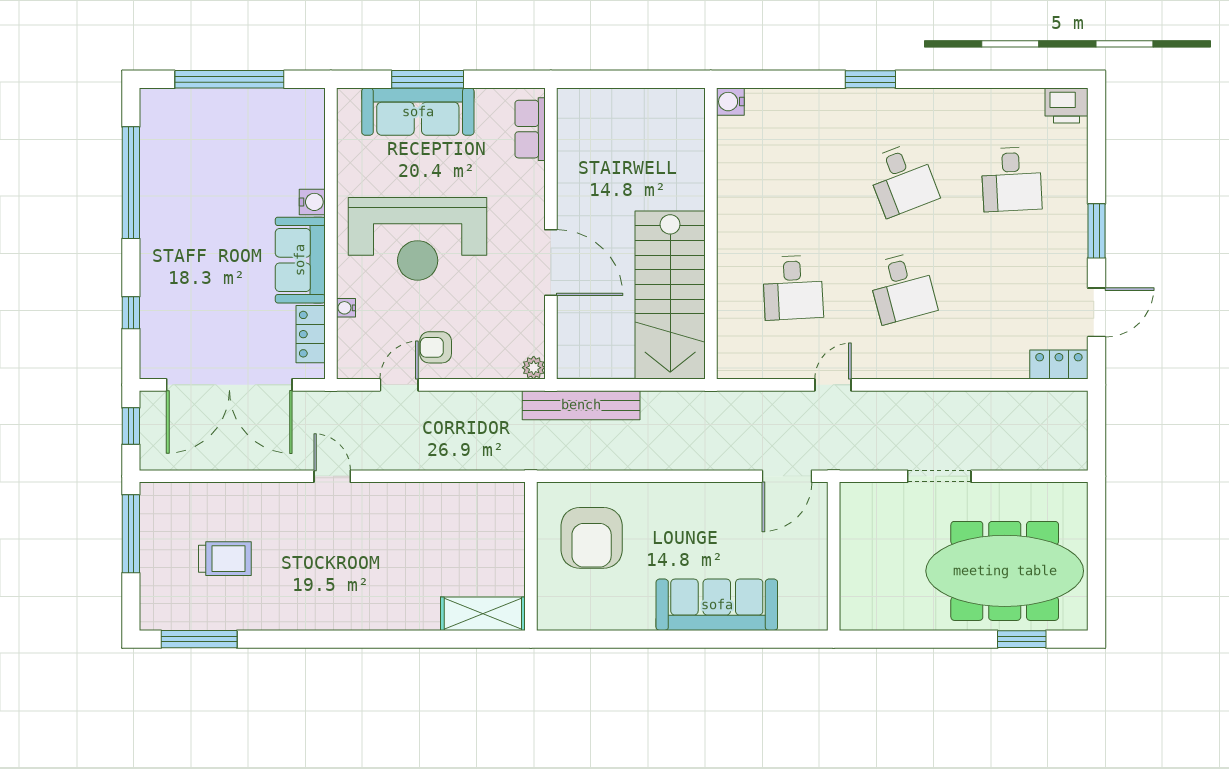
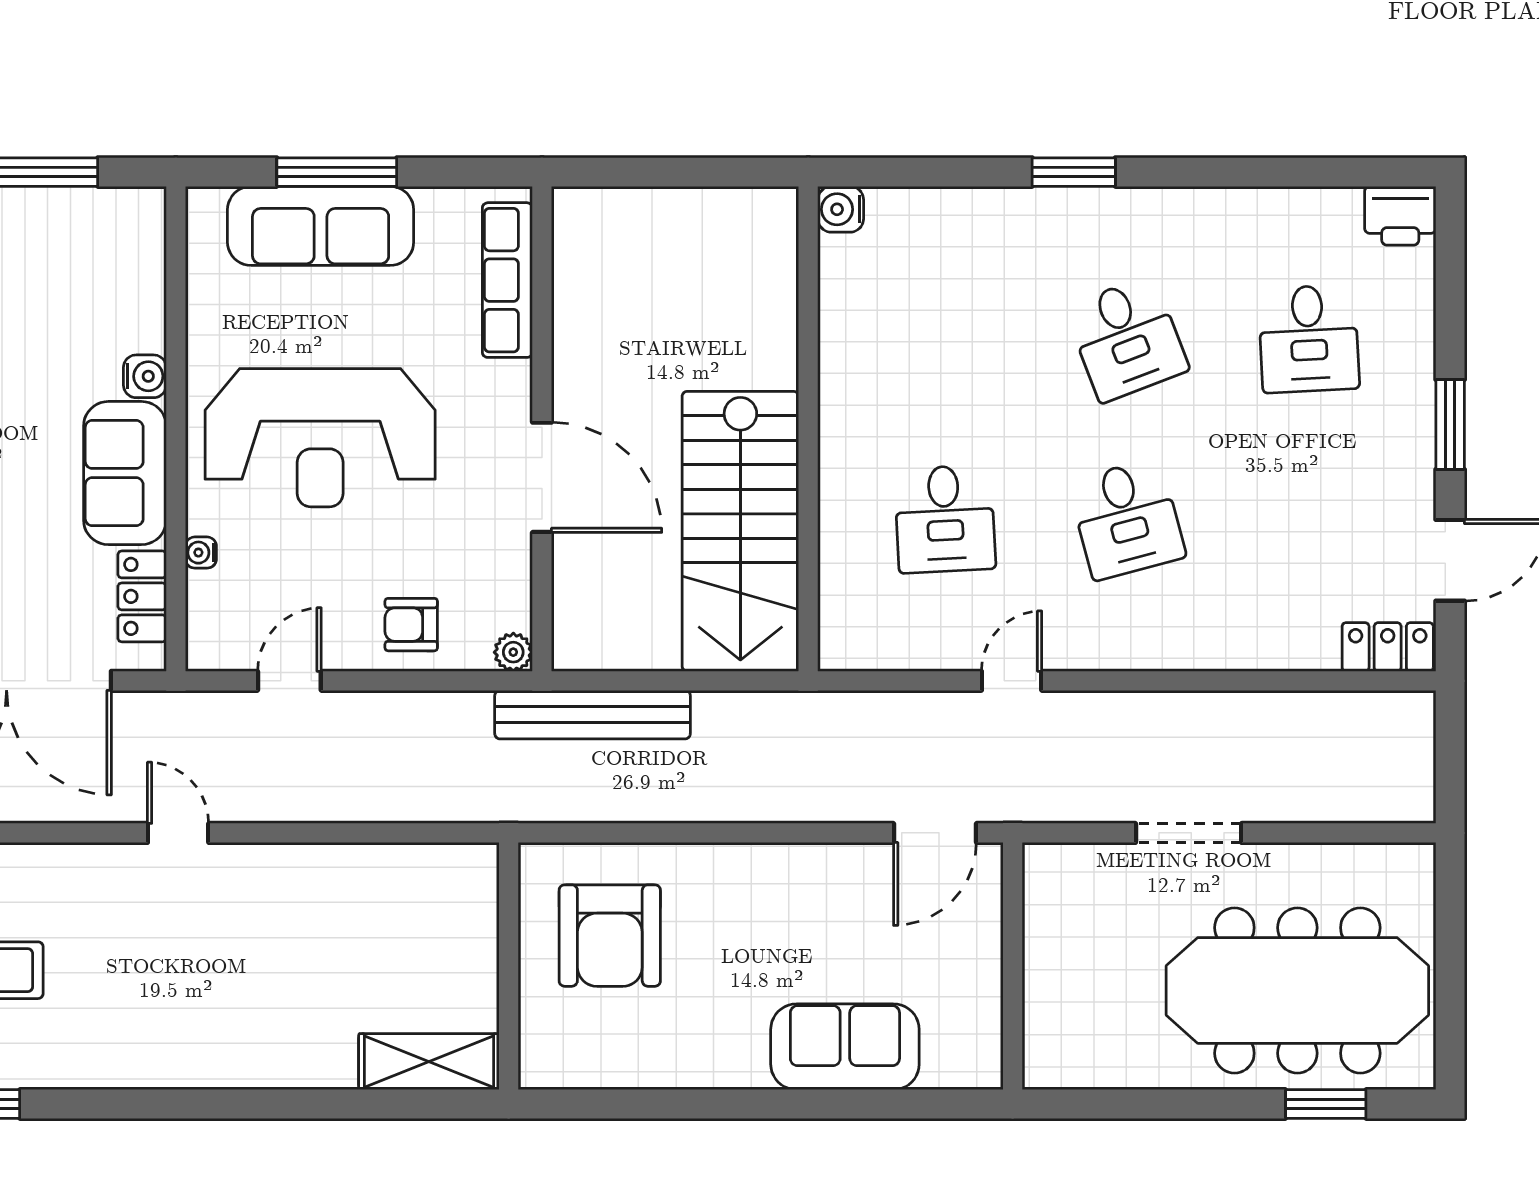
row of seats: (530, 129) -> (507, 280), width x1.48
armchair: (436, 347) -> (411, 625), moved
sofa: (717, 605) -> (845, 1047), width x0.73

